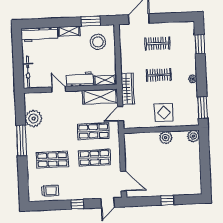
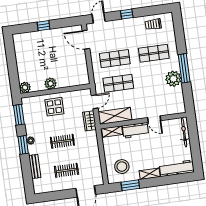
window: (200, 44) -> (23, 145), moved
bench: (191, 51) -> (35, 166), added
wardrobe: (128, 89) -> (89, 121), width x0.67
plant: (33, 118) -> (173, 79), moved

